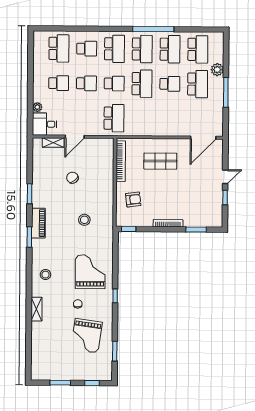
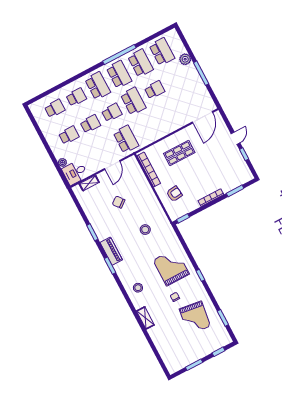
school desk: (59, 48) -> (55, 108), width x0.54
school desk: (198, 84) -> (176, 78), removed
door: (75, 137) -> (112, 165), moved

